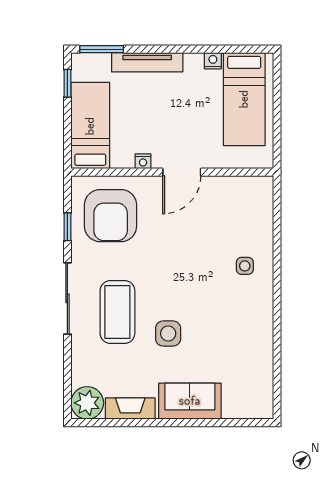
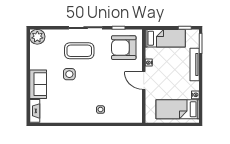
fireplace: (130, 409) -> (35, 111), moved

